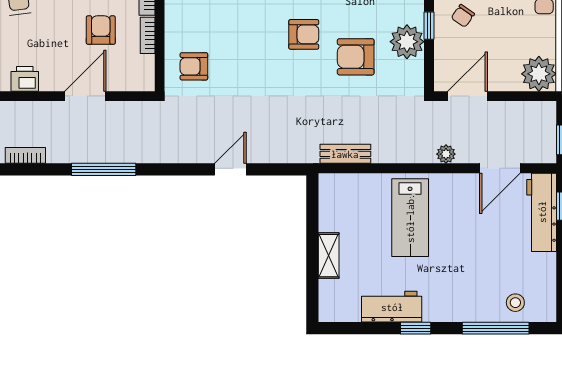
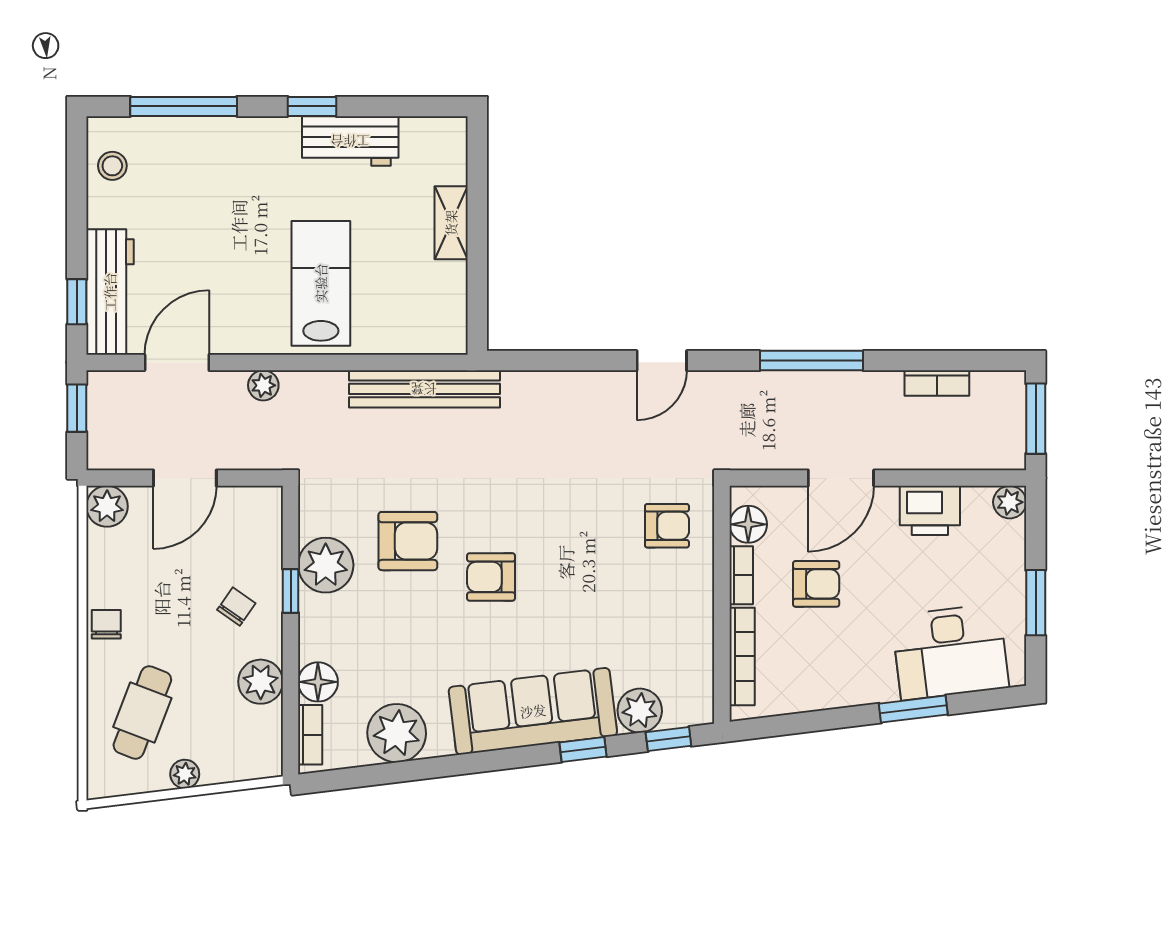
armchair: (101, 30) -> (816, 584), turned -90
floor lamp: (143, 67) -> (748, 524), added
plant: (539, 74) -> (107, 506), width x0.73, depth x0.73
printer: (25, 79) -> (930, 510), width x1.36, depth x1.24
door: (468, 96) -> (185, 478), moved
bench: (345, 154) -> (424, 389), width x1.86, depth x1.21
door: (230, 169) -> (662, 361), moved
stool: (515, 303) -> (112, 166), moved

